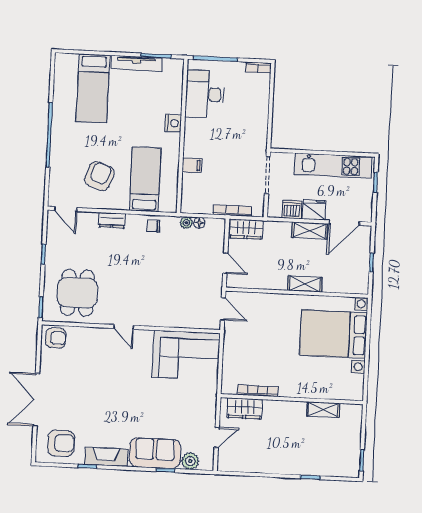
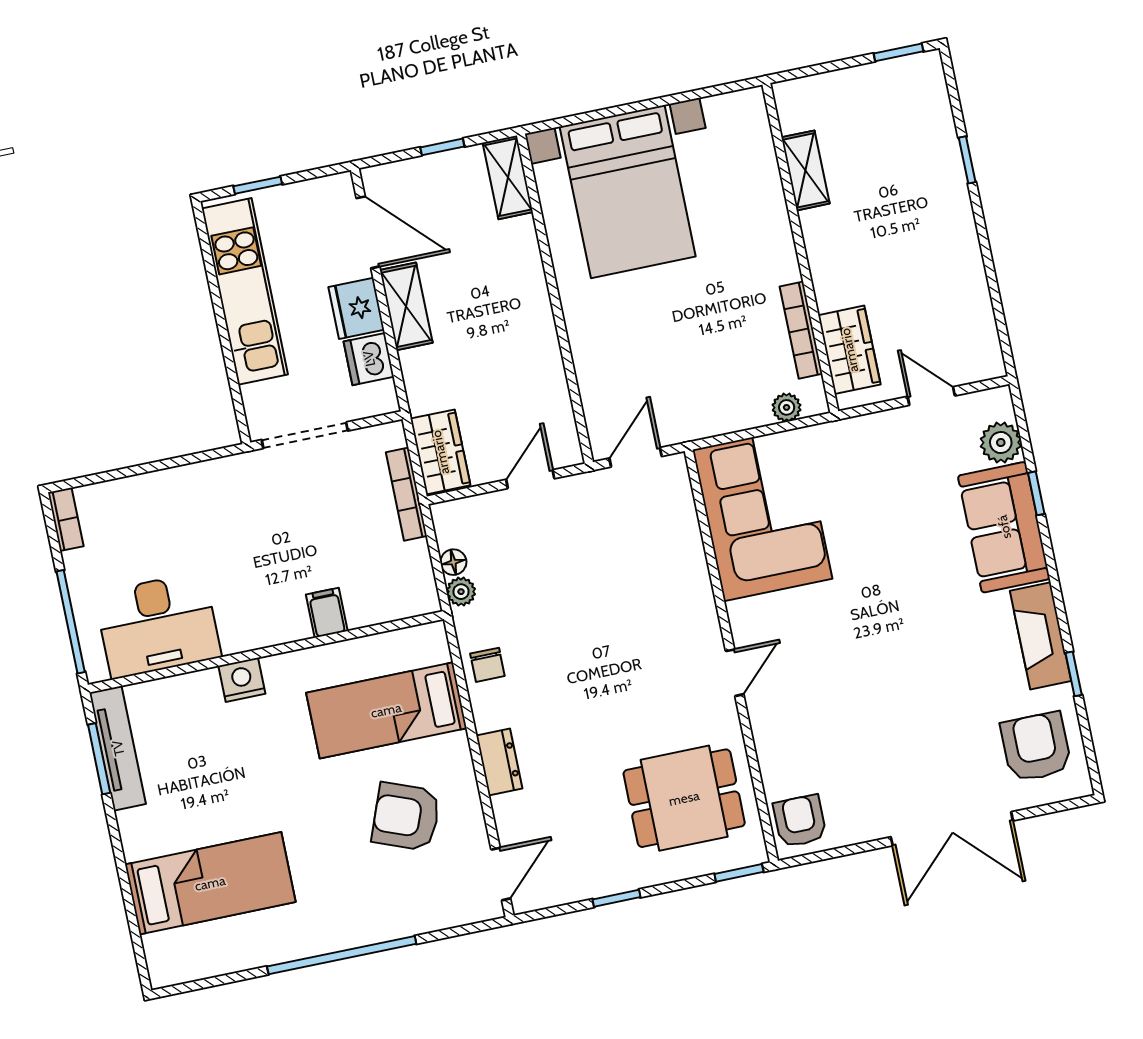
tv unit: (136, 63) -> (118, 748), moved
shelving: (305, 284) -> (508, 177), moved
plant: (228, 376) -> (787, 407), added

